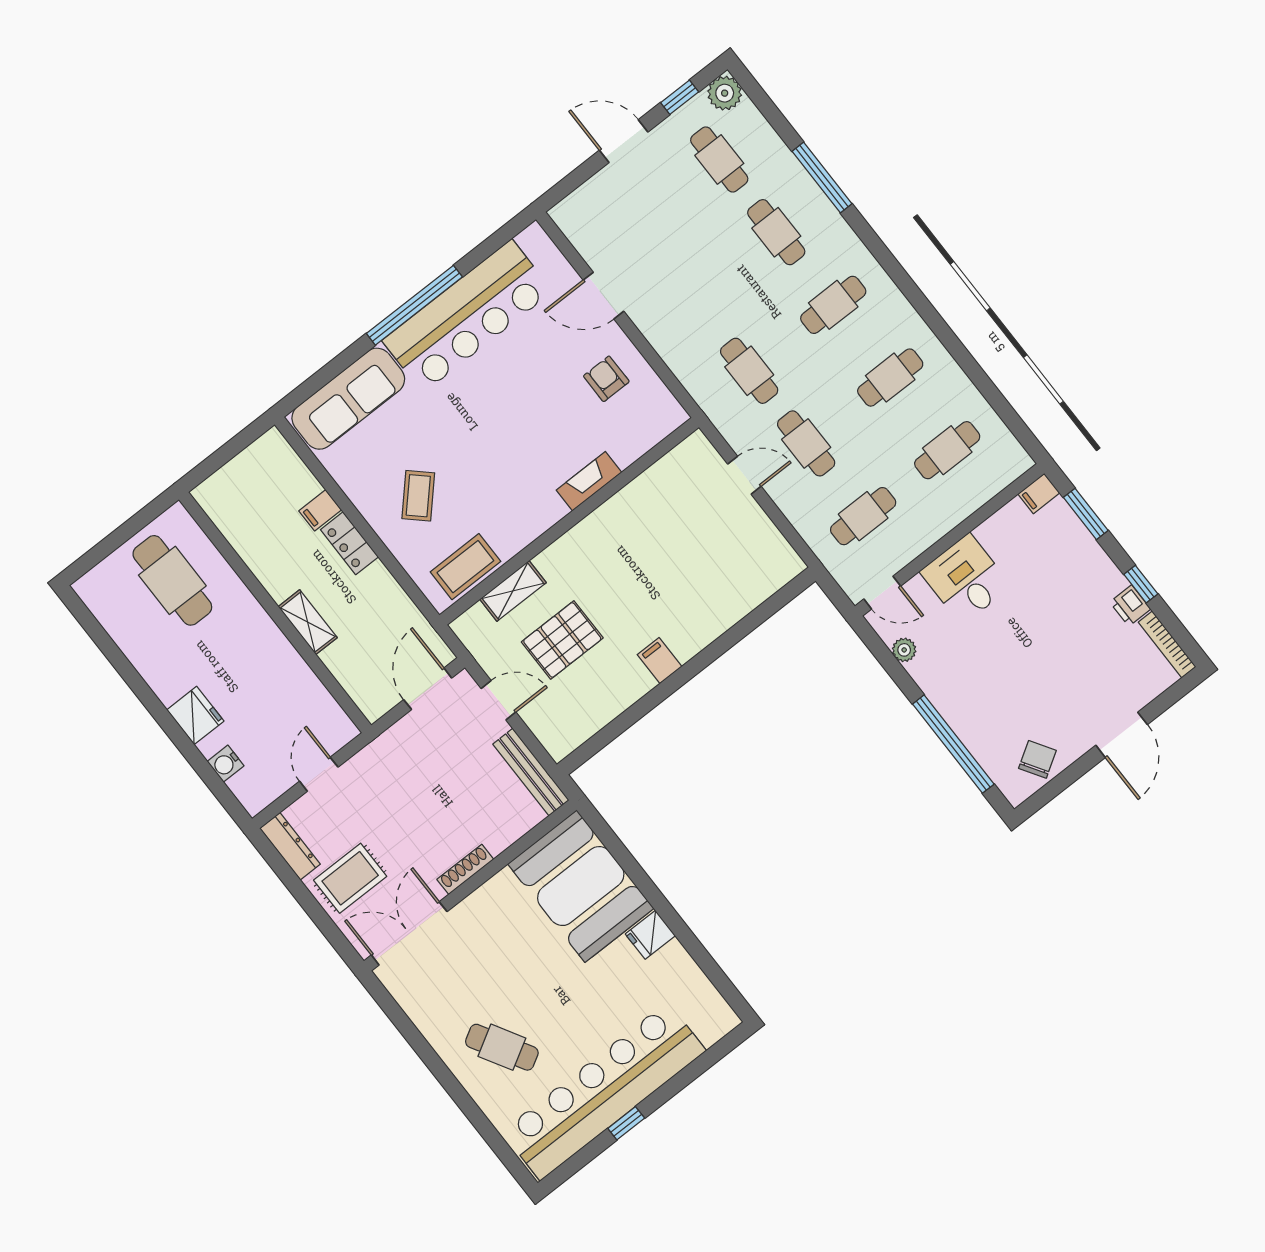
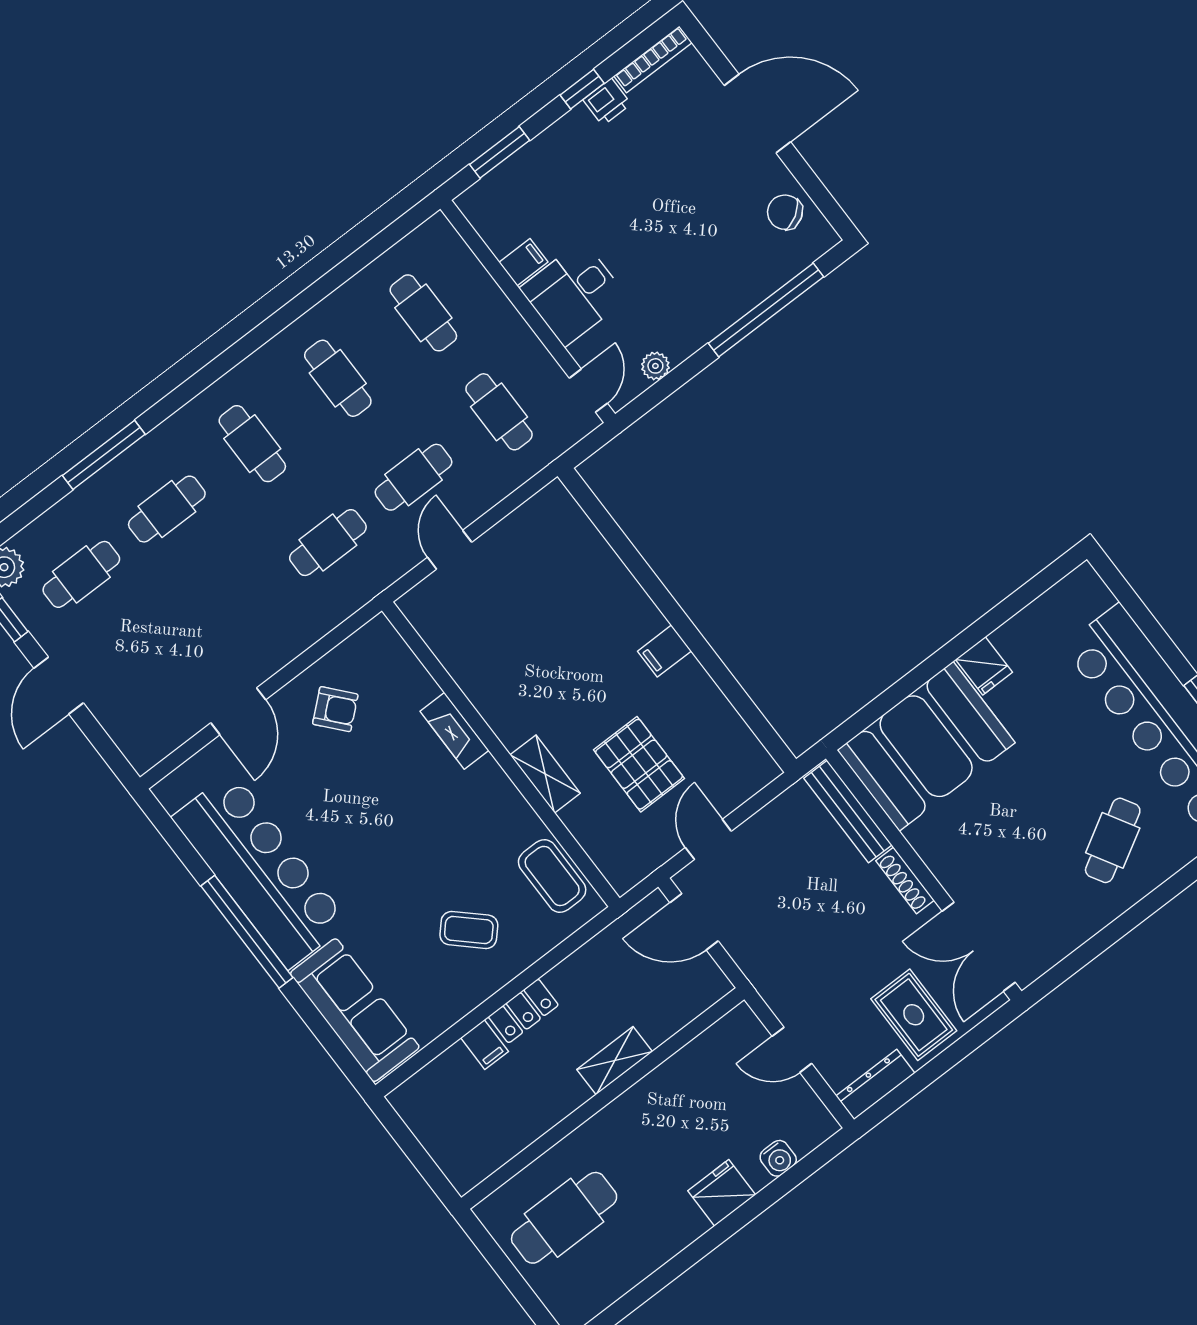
armchair: (606, 379) -> (335, 709), turned -131
filing cabinet: (1039, 493) -> (524, 262), moved, turned -90
shelving: (513, 591) -> (545, 774), moved
door: (1122, 735) -> (758, 114), width x1.36
bench: (531, 772) -> (848, 812), moved, turned 90

